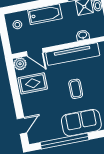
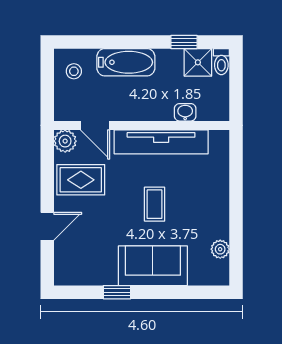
door: (22, 126) -> (47, 226), moved
window: (65, 141) -> (117, 292), width x0.32

